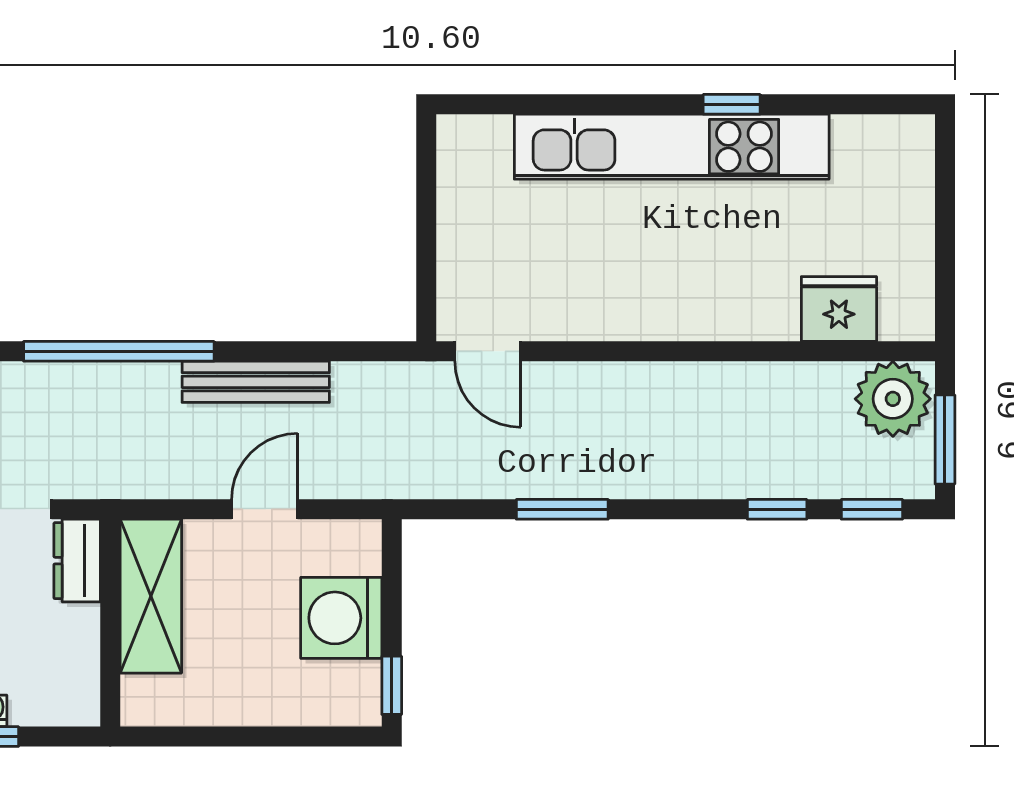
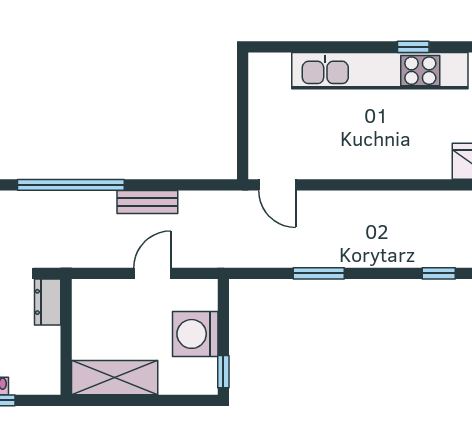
bench: (256, 382) -> (147, 202), width x0.73
shelving: (151, 596) -> (115, 378), moved, turned 90

